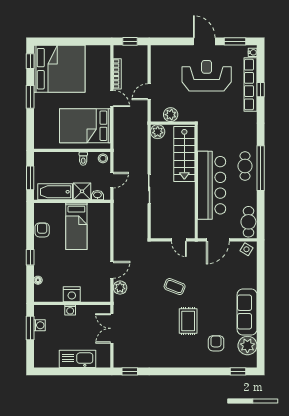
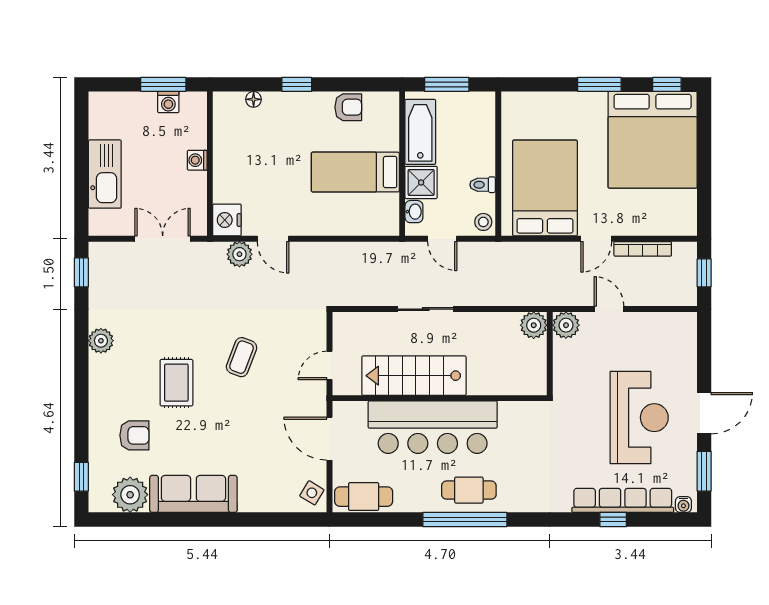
plant: (171, 115) -> (566, 325), moved
stairs: (184, 154) -> (414, 376), moved
nightstand: (72, 294) -> (227, 220), moved
rug: (188, 321) -> (176, 383), turned 90
plant: (166, 361) -> (101, 341), added

